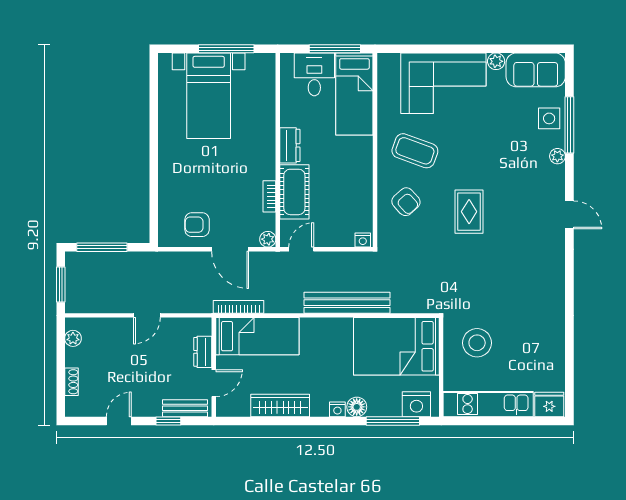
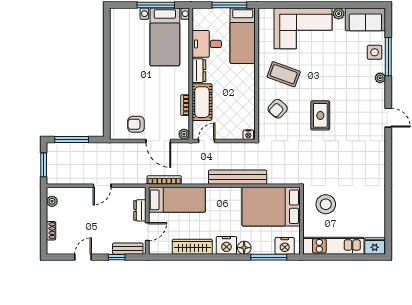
desk: (314, 74) -> (207, 44), moved, turned -90
bed with nightstands: (209, 96) -> (165, 37), moved
armchair: (406, 202) -> (278, 109), turned 85
nightstand: (337, 409) -> (226, 245), width x1.89, depth x1.79

